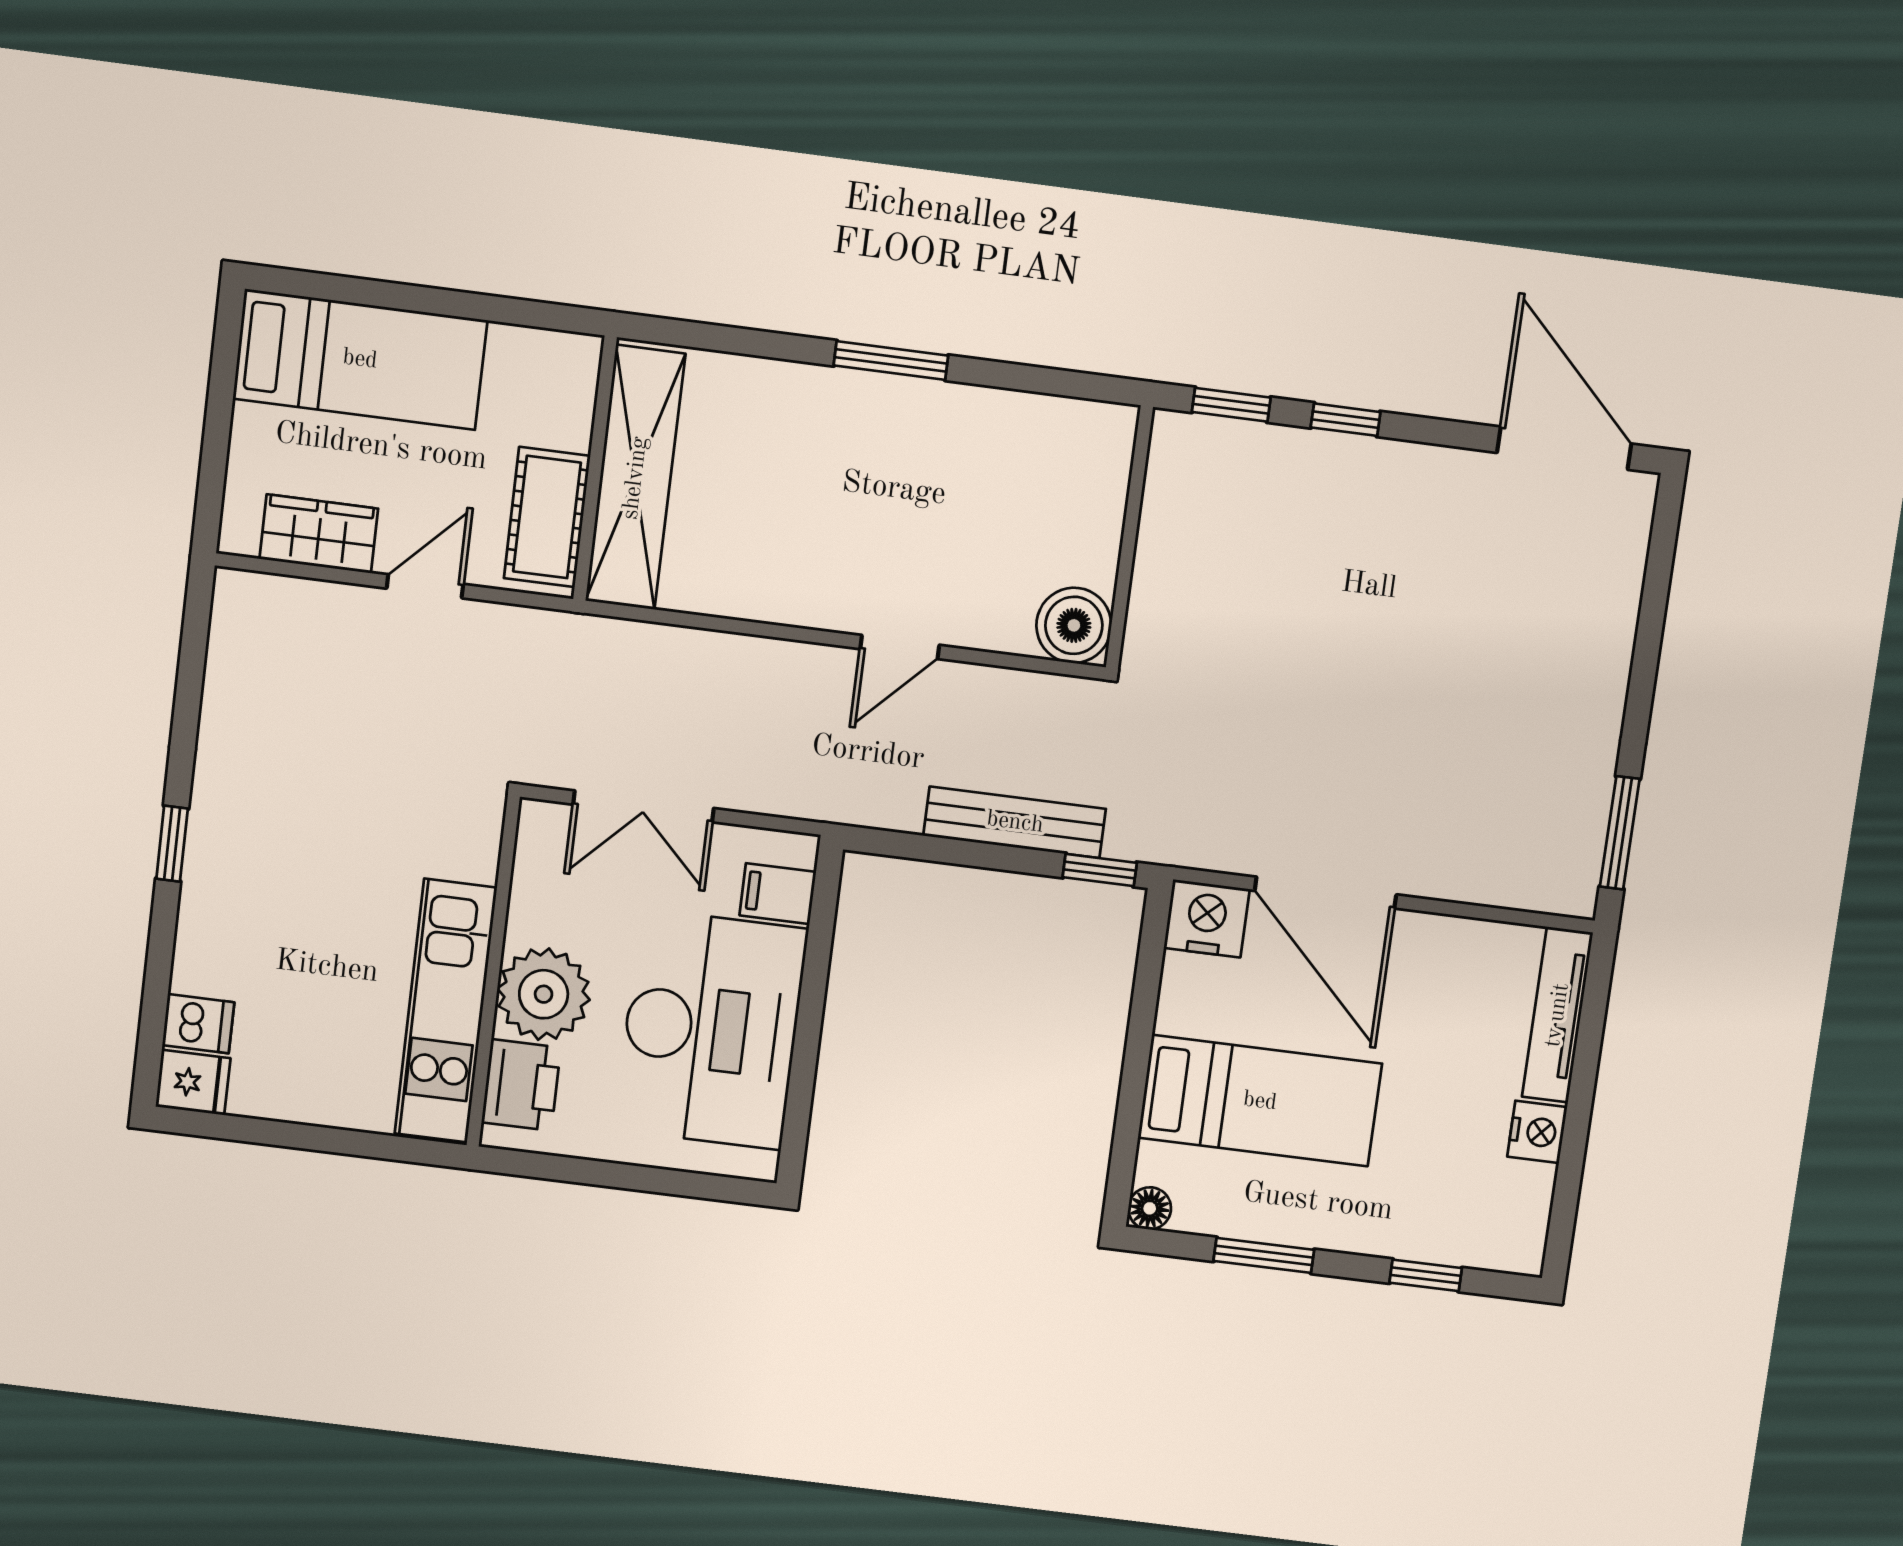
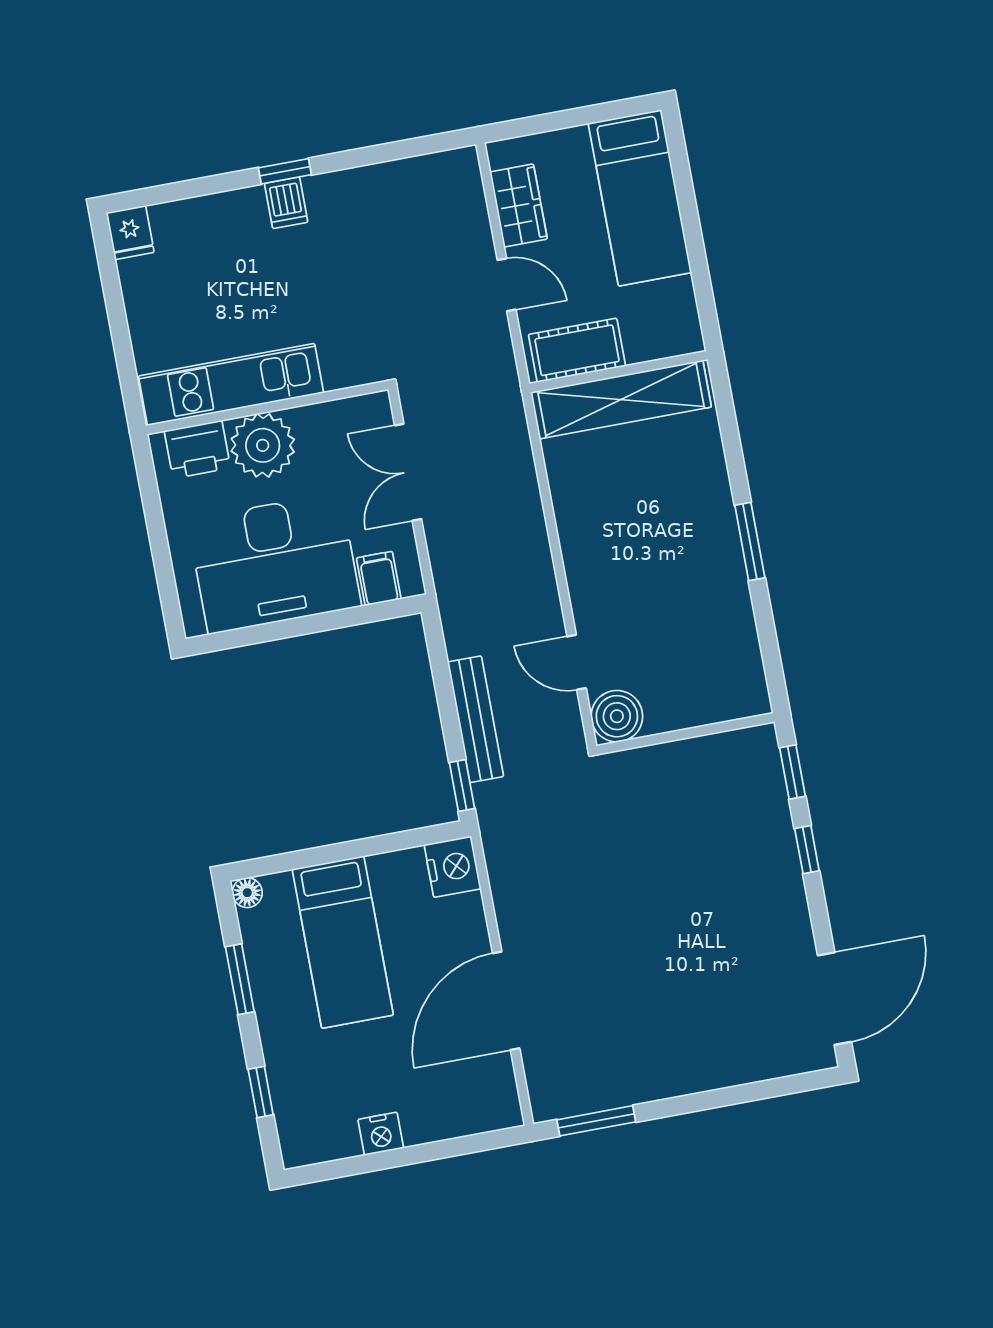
door: (900, 647) -> (577, 662), moved
door: (1326, 893) -> (506, 1001), moved
tv unit: (1557, 1015) -> (463, 1121), removed
dishwasher: (198, 1024) -> (286, 203), moved

